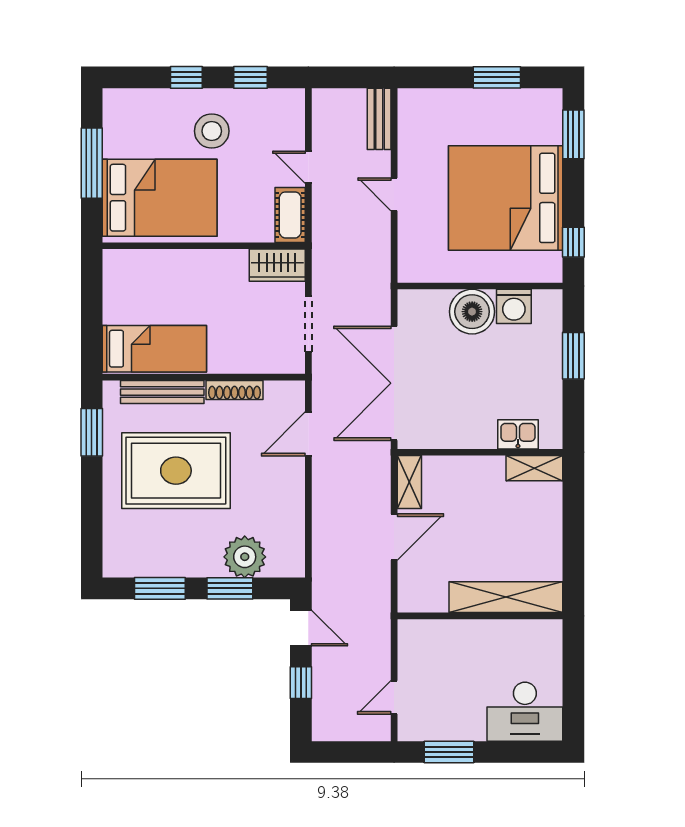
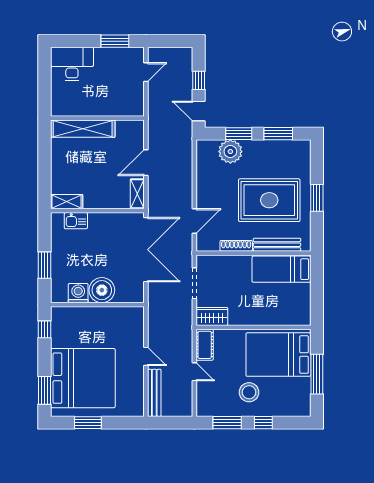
window: (251, 77) -> (227, 423), width x1.50
bench: (379, 119) -> (154, 393), width x1.36
bed: (506, 198) -> (83, 378), moved
window: (92, 432) -> (317, 198), moved

